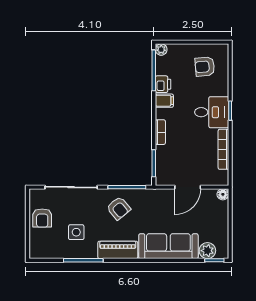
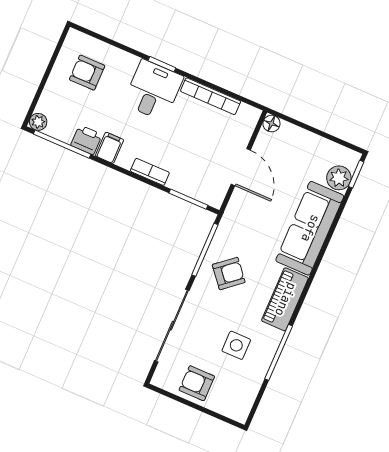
armchair: (205, 67) -> (87, 73), turned 95
armchair: (42, 218) -> (197, 383), turned 180

